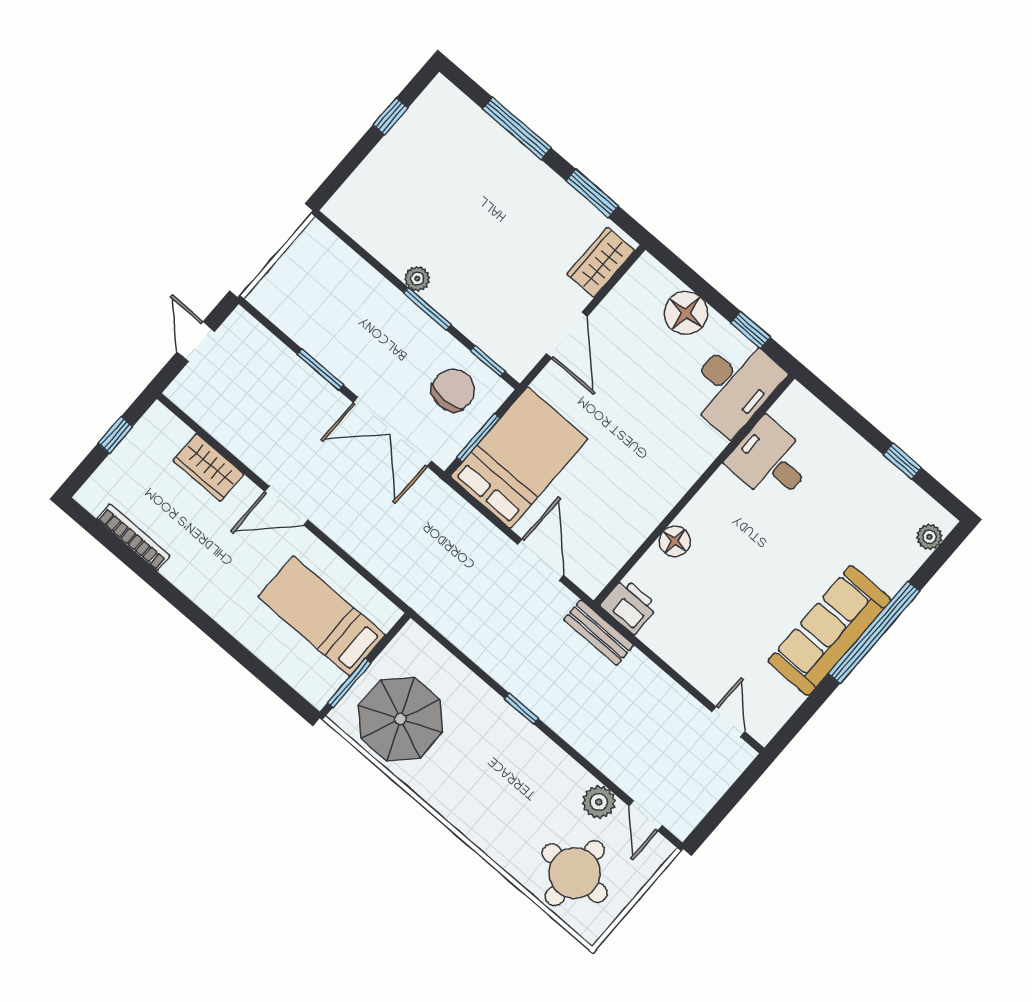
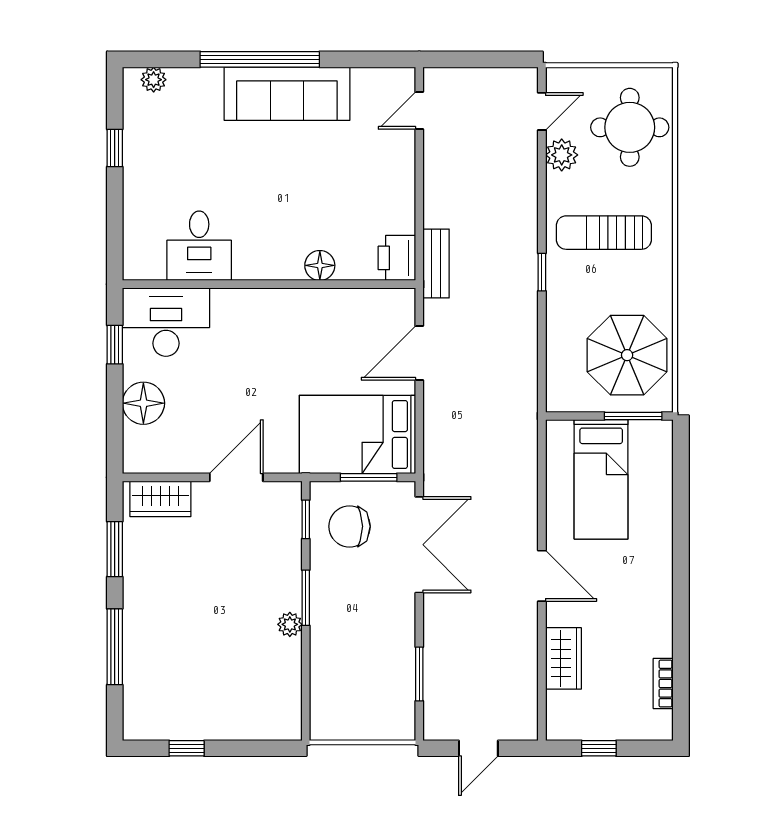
window: (320, 370) -> (419, 674), moved
bookcase: (133, 537) -> (663, 684), width x0.64
sun lounger: (511, 783) -> (604, 233), added

